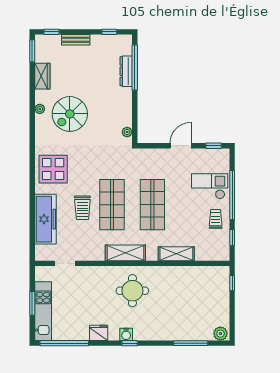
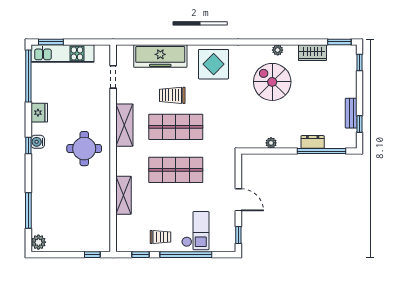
bench: (76, 40) -> (351, 113), moved
dresser: (126, 71) -> (313, 142), width x0.70
plant: (127, 132) -> (271, 143), moved
shelving: (125, 253) -> (124, 125), moved
window: (32, 303) -> (51, 42), moved

